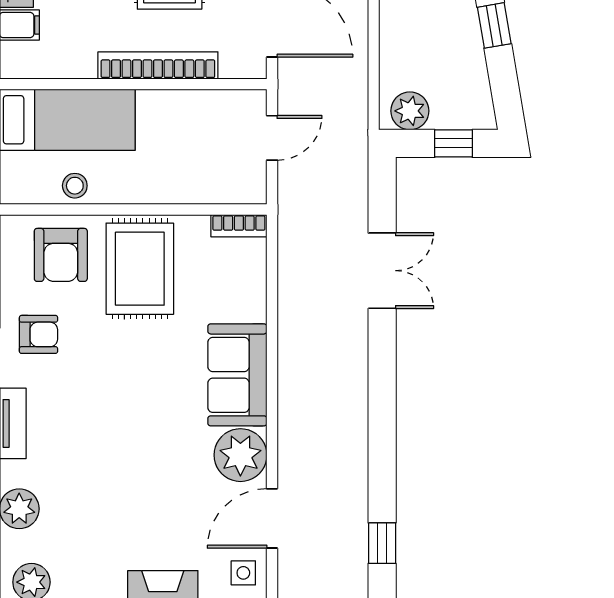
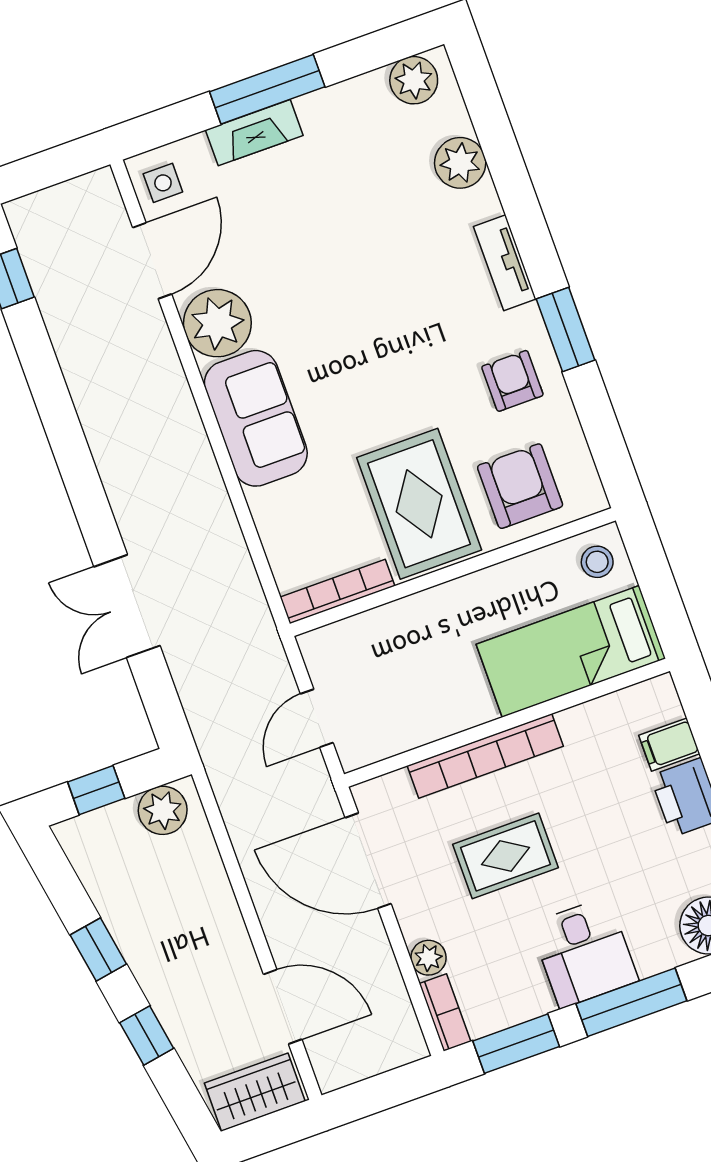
stool: (75, 186) -> (597, 562), moved
bookcase: (239, 226) -> (337, 591), width x1.56
armchair: (38, 334) -> (512, 381), turned 90

